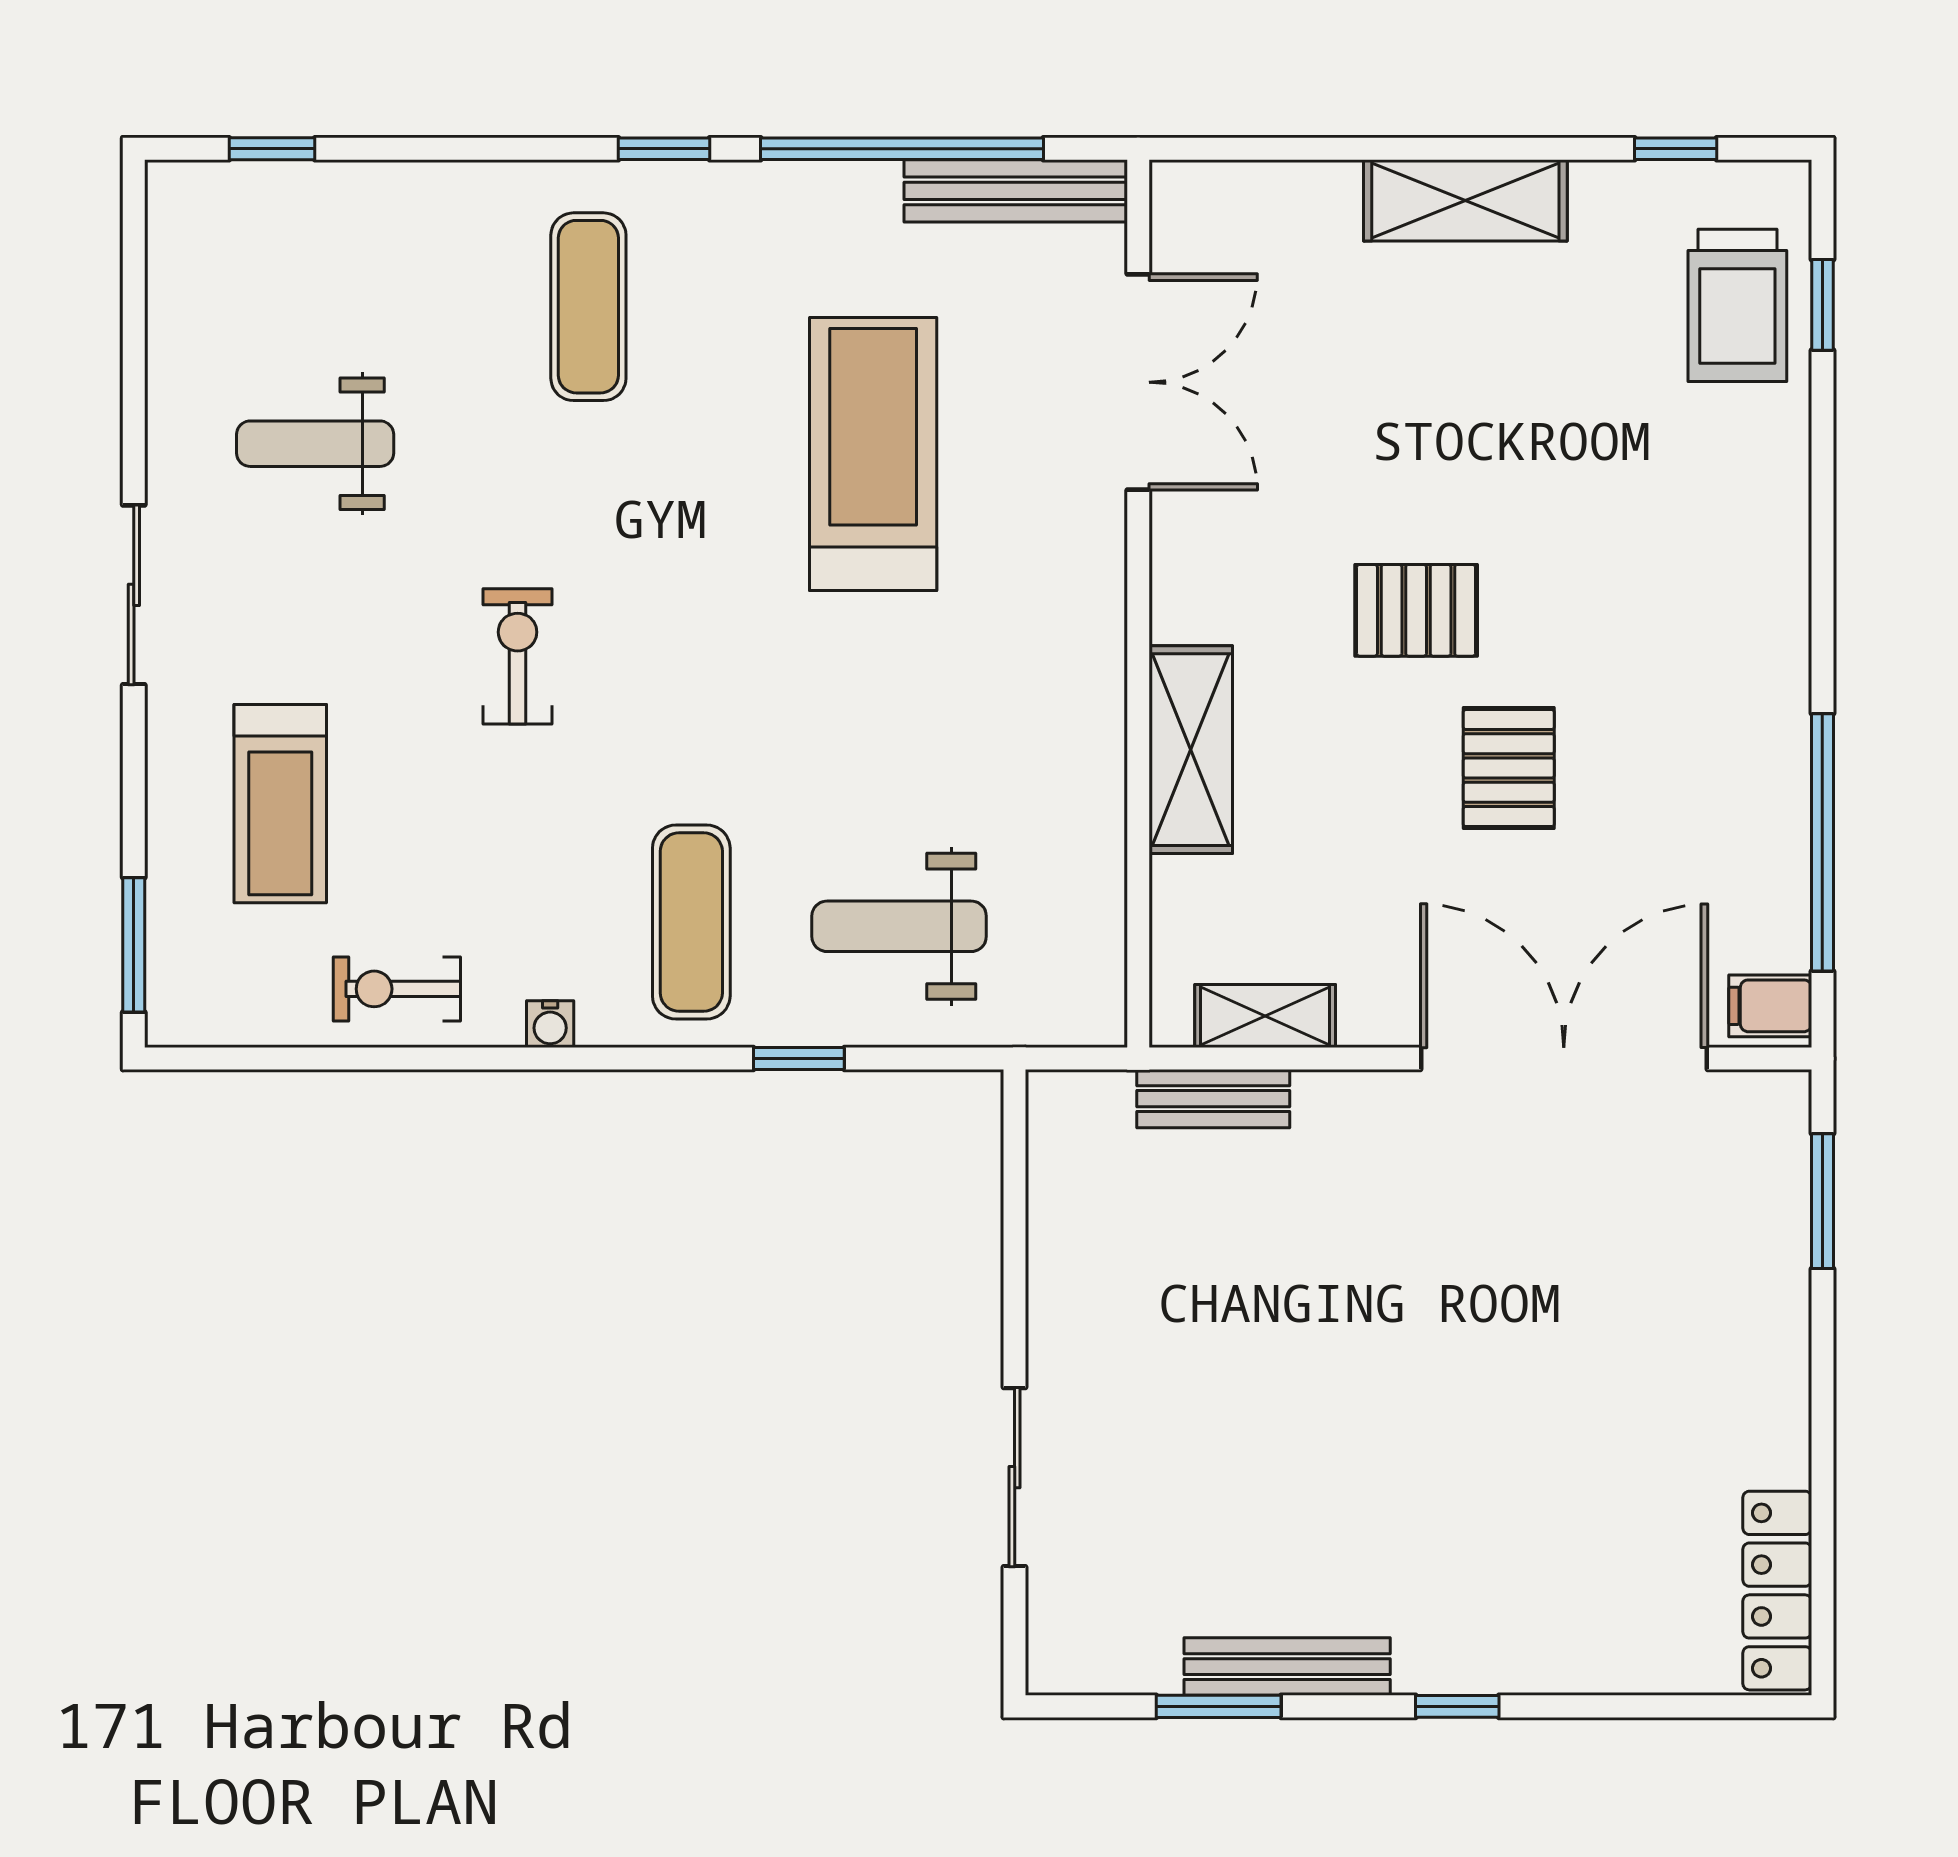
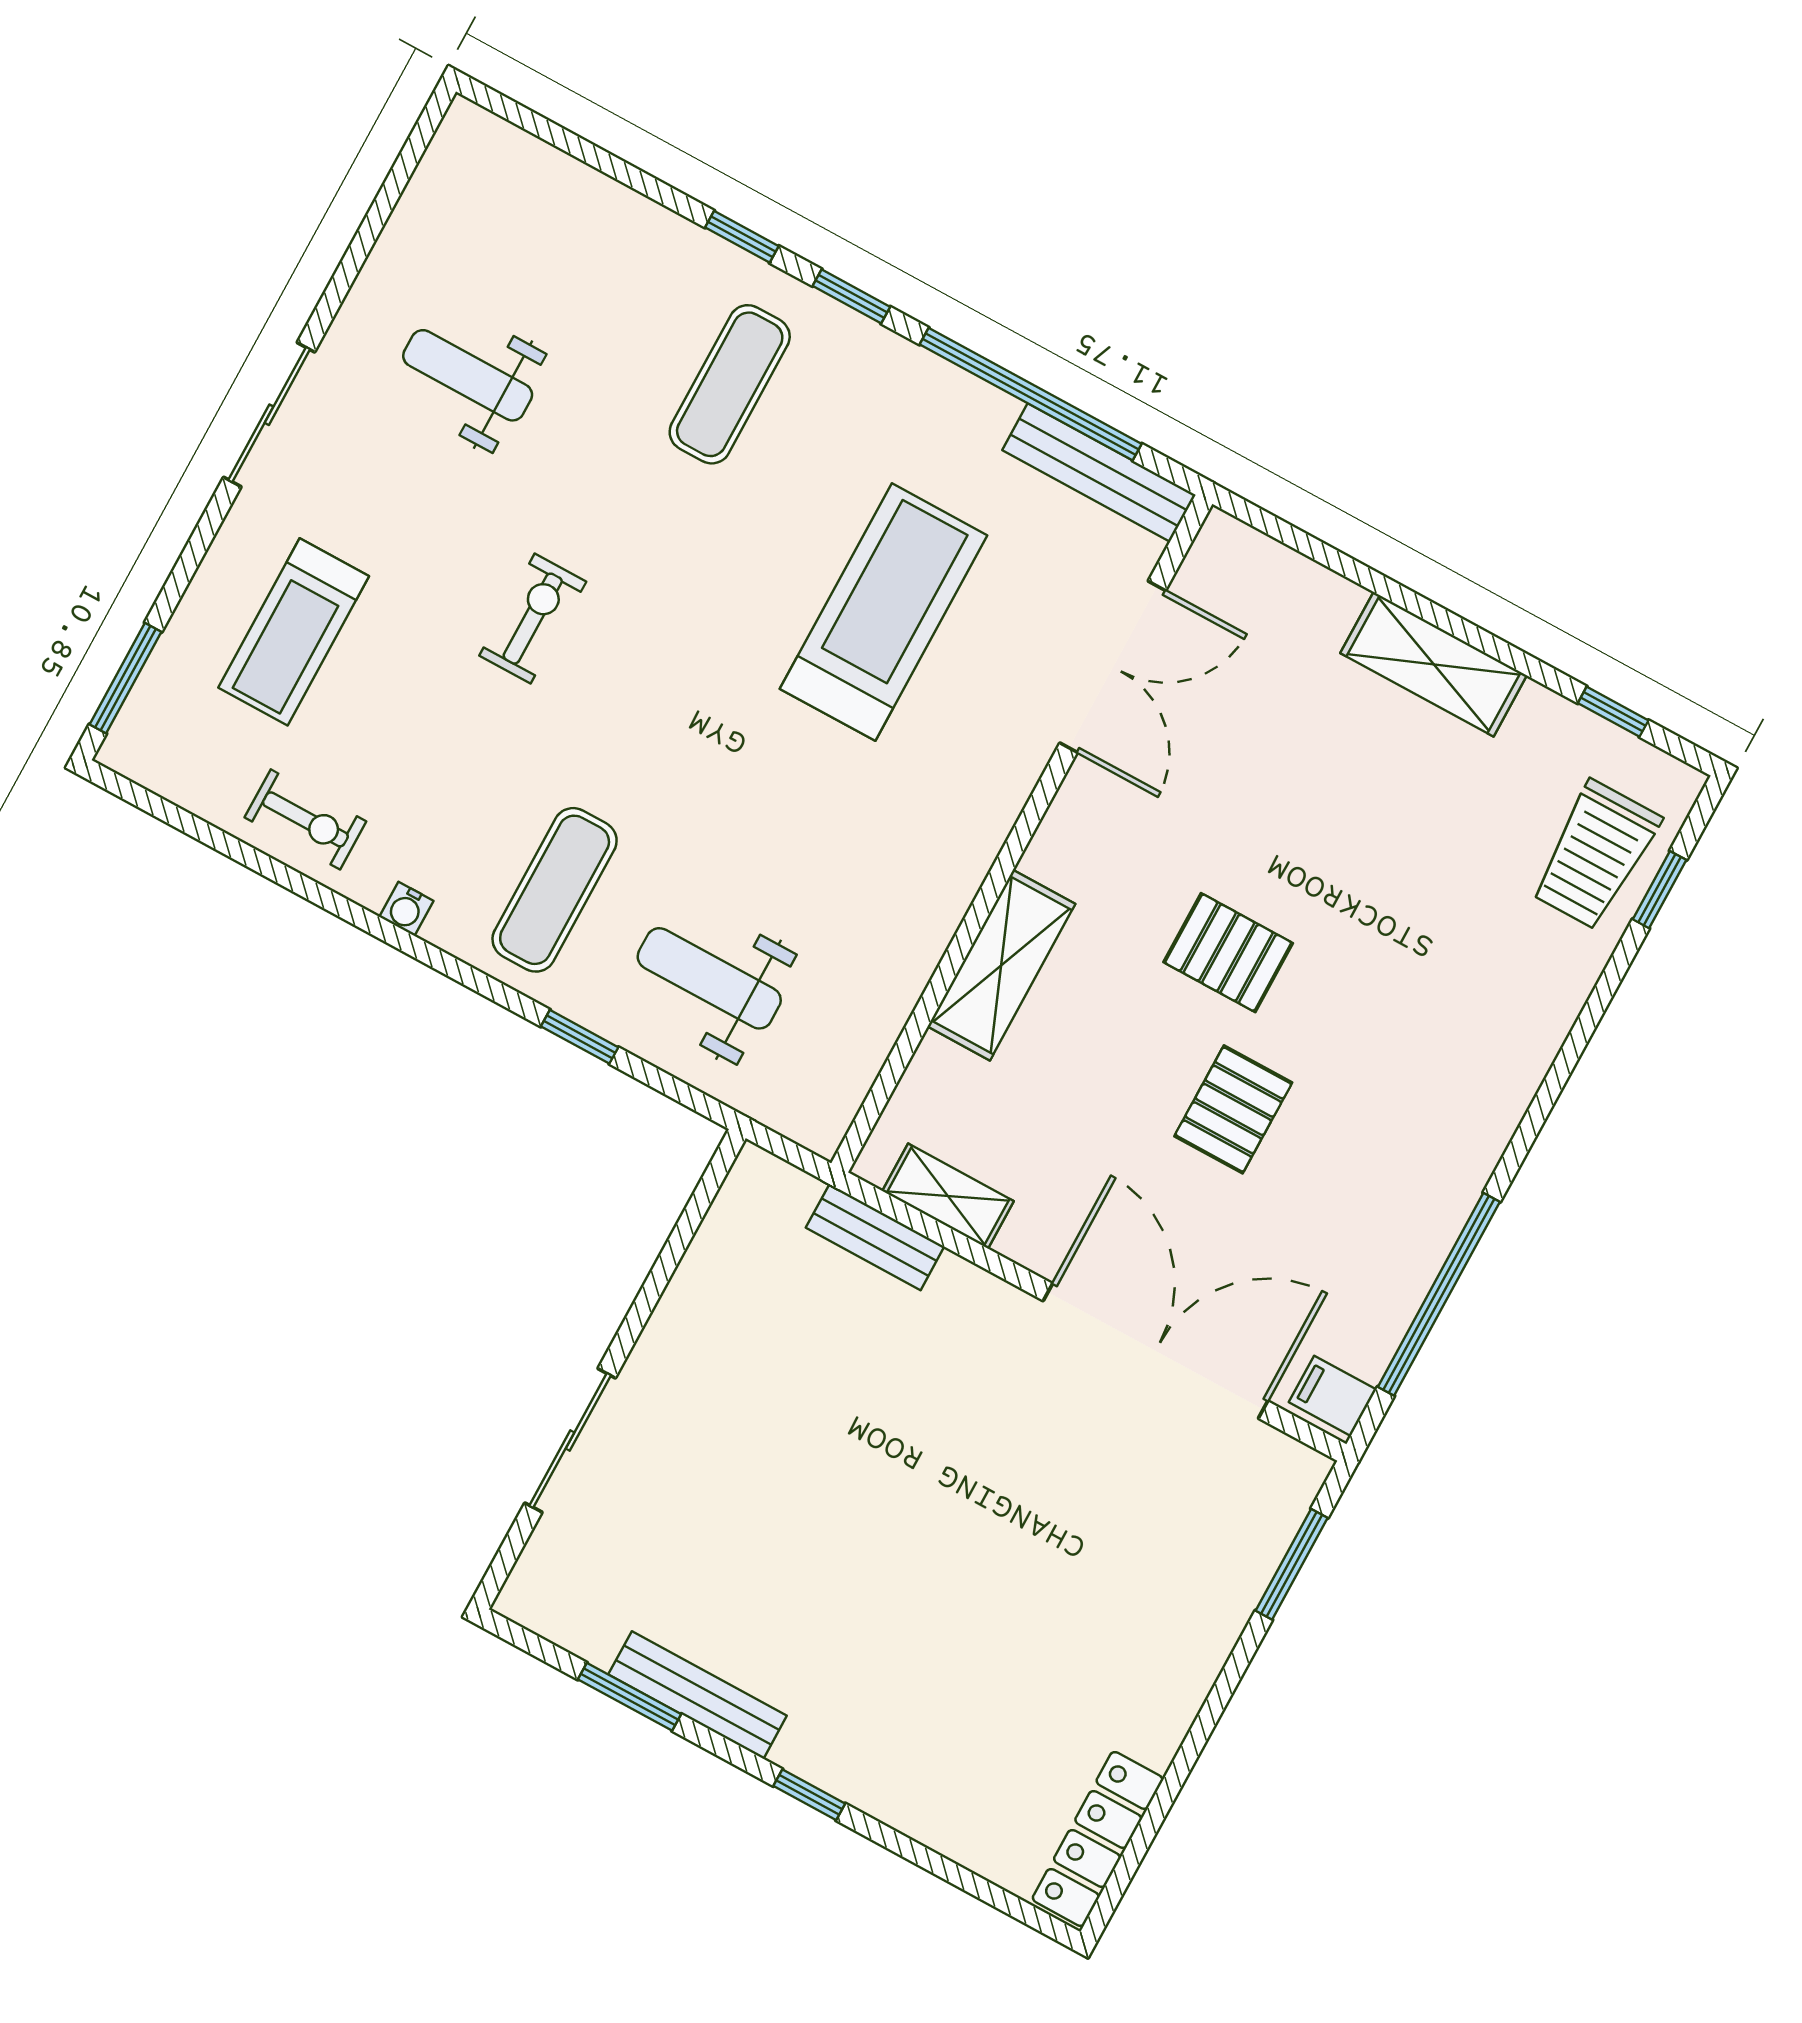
window: (272, 149) -> (742, 237), moved
exercise bike: (397, 989) -> (305, 819), turned 180

